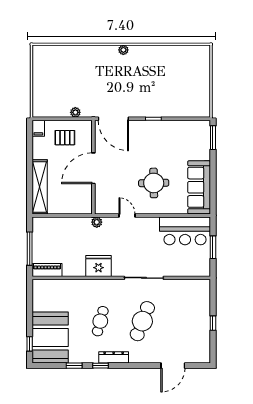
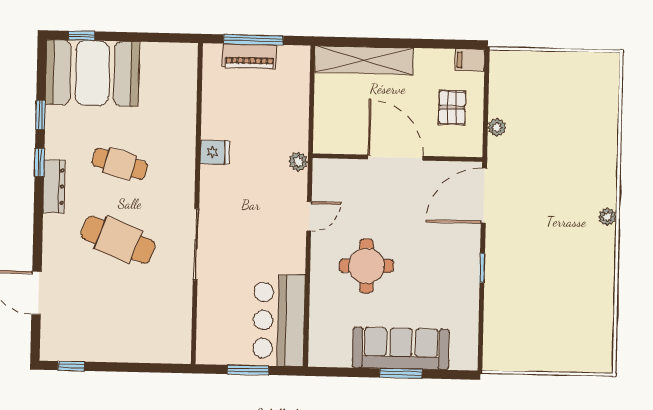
window: (213, 138) -> (401, 373), moved
sofa: (199, 187) -> (401, 348), moved
fridge: (98, 266) -> (215, 152), width x0.53, depth x0.75
piano: (47, 270) -> (249, 56), moved, turned 90
window: (213, 323) -> (71, 366), moved

